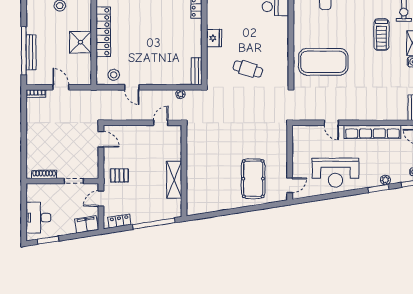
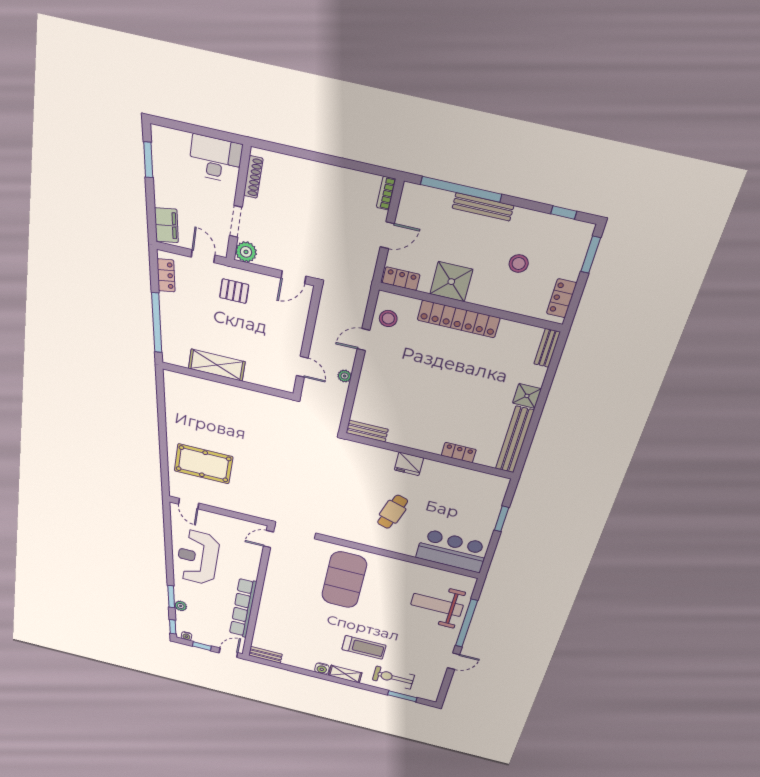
treadmill: (381, 35) -> (364, 647), turned 180
bench: (31, 52) -> (483, 207), moved
cafe table: (248, 69) -> (393, 512), moved
locker: (86, 73) -> (401, 279), added
plant: (180, 94) -> (345, 376), moved
door: (331, 123) -> (268, 539), moved
plant: (92, 172) -> (246, 252), added
pallet: (119, 175) -> (234, 291), turned 90
desk: (38, 218) -> (215, 159), moved

